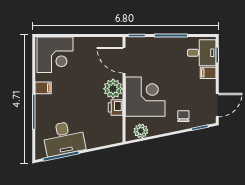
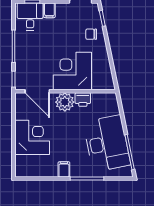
corner desk: (55, 55) -> (32, 137), moved
door: (124, 60) -> (37, 91), hinge flipped
plant: (141, 131) -> (105, 75), removed
desk: (64, 138) -> (107, 143), width x1.36, depth x1.30

